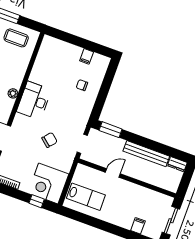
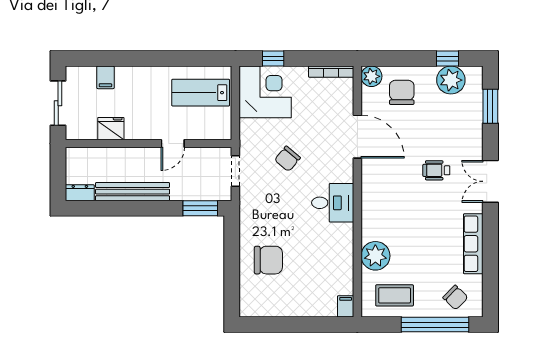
filing cabinet: (87, 56) -> (346, 306), moved
chair: (82, 85) -> (268, 260), width x1.87, depth x1.87
plant: (13, 93) -> (375, 256), moved, width x1.88, depth x1.88
desk: (34, 101) -> (333, 203), width x0.73
fridge: (146, 195) -> (111, 129), added

